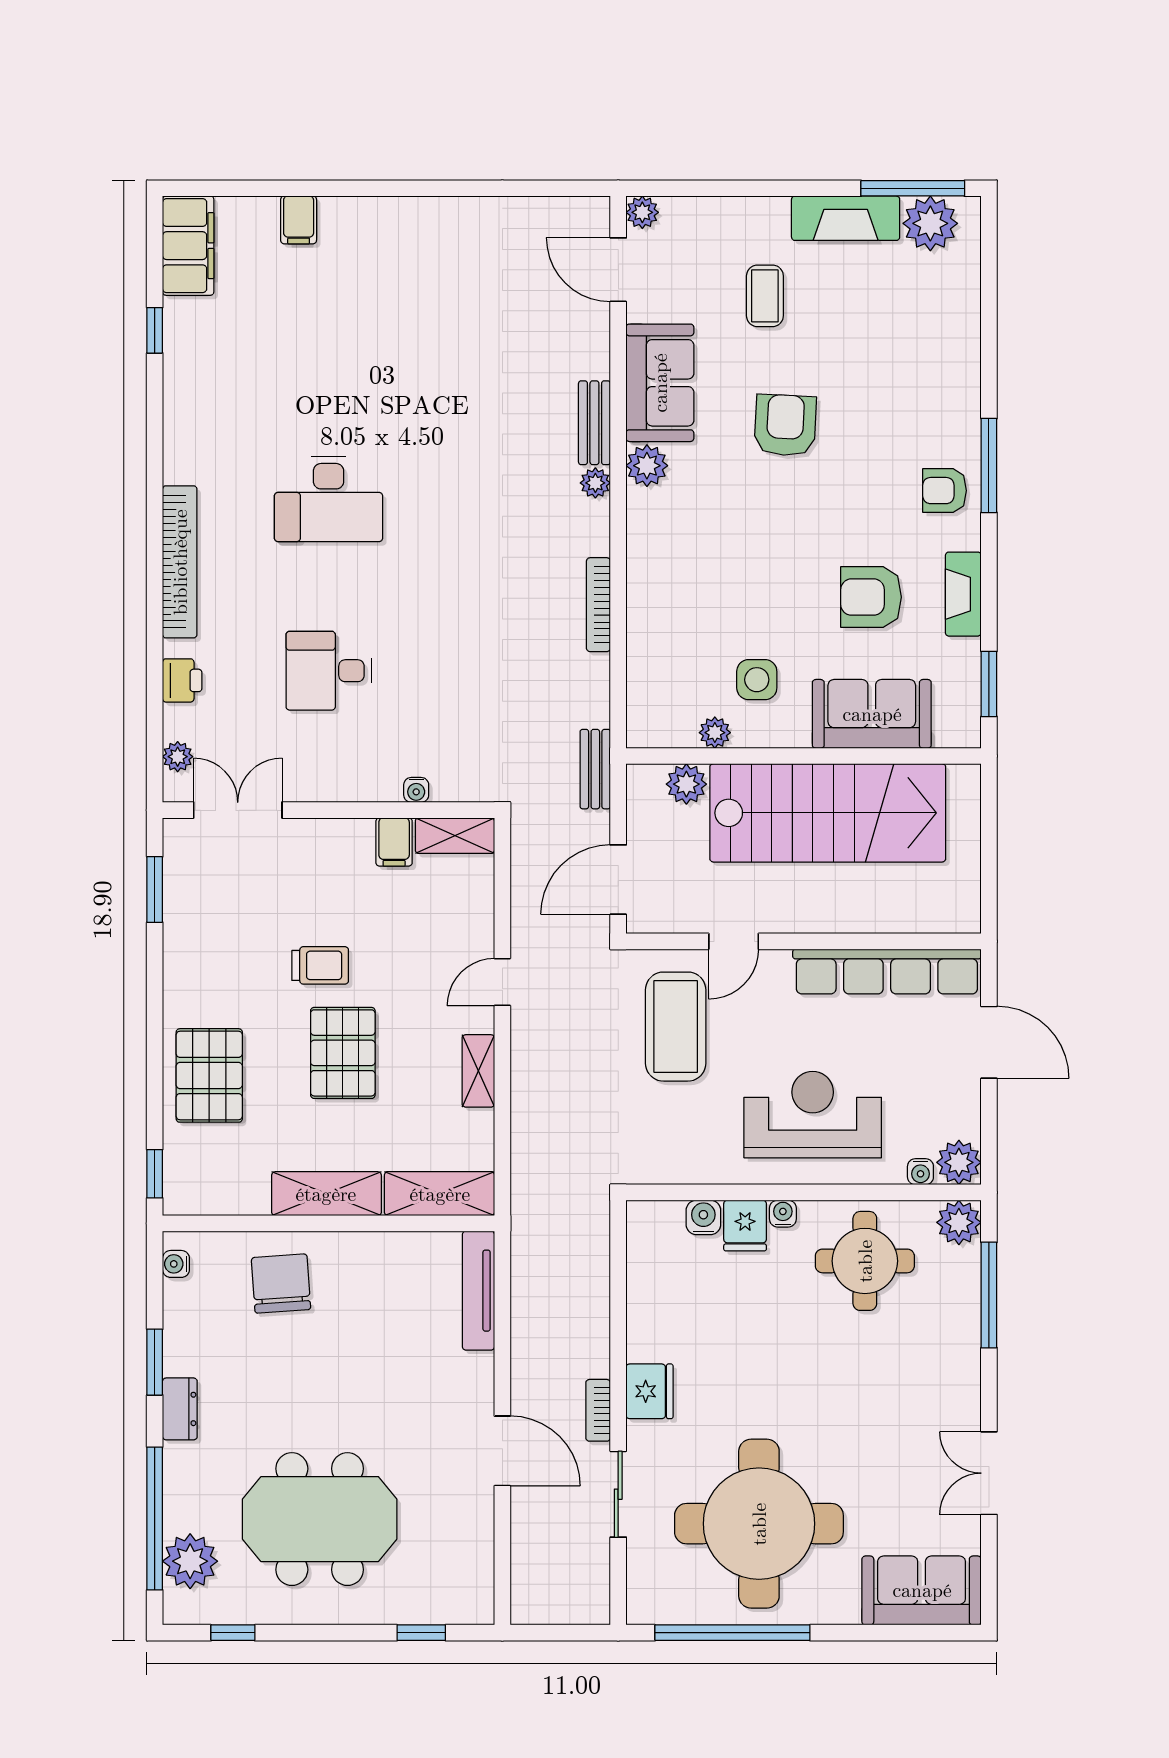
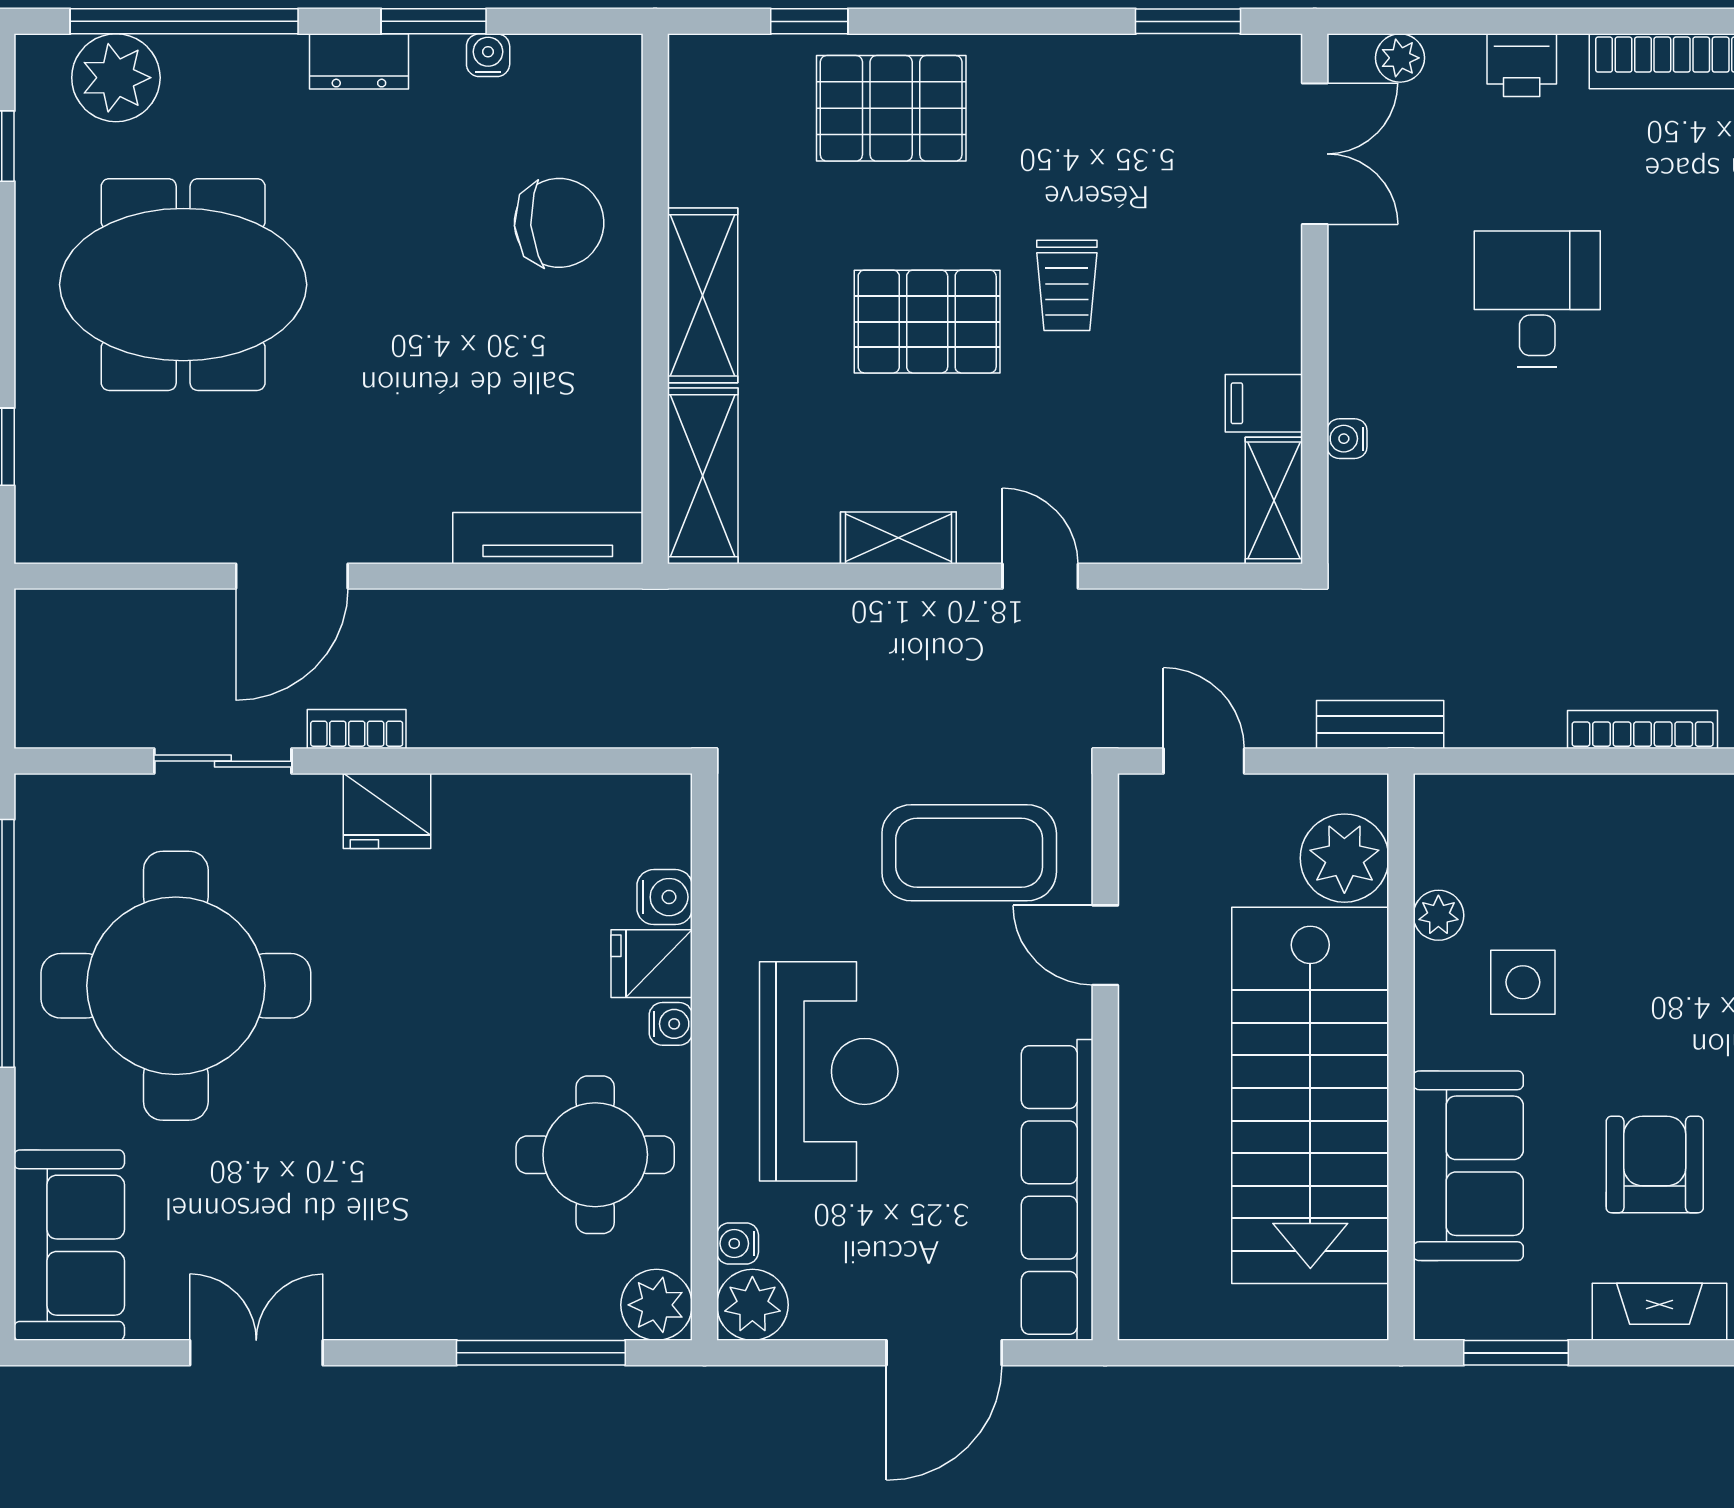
plant: (686, 784) -> (1344, 858), width x1.36, depth x1.36
door: (618, 880) -> (1204, 761), width x0.73
window: (155, 1174) -> (809, 21), moved
water cooler: (176, 1264) -> (488, 55), moved
meeting table: (320, 1519) -> (183, 285), turned 90

